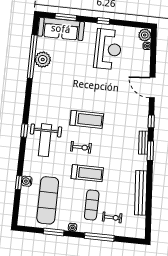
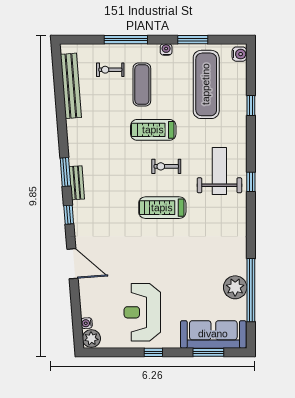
water cooler: (27, 181) -> (239, 54), moved
bench: (141, 193) -> (71, 86), moved

